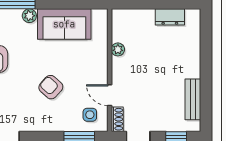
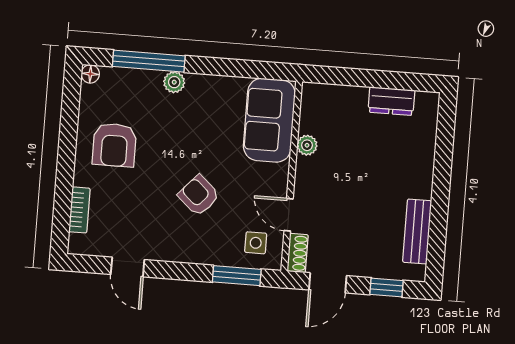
sofa: (64, 24) -> (269, 120), moved, turned 90

